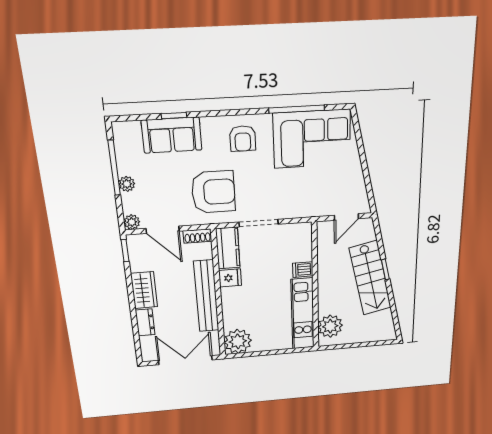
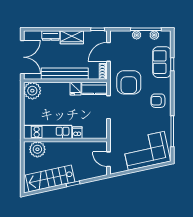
corner sofa: (312, 139) -> (146, 151), moved, turned 78
plant: (132, 222) -> (154, 35), moved
stairs: (370, 278) -> (50, 178), moved

